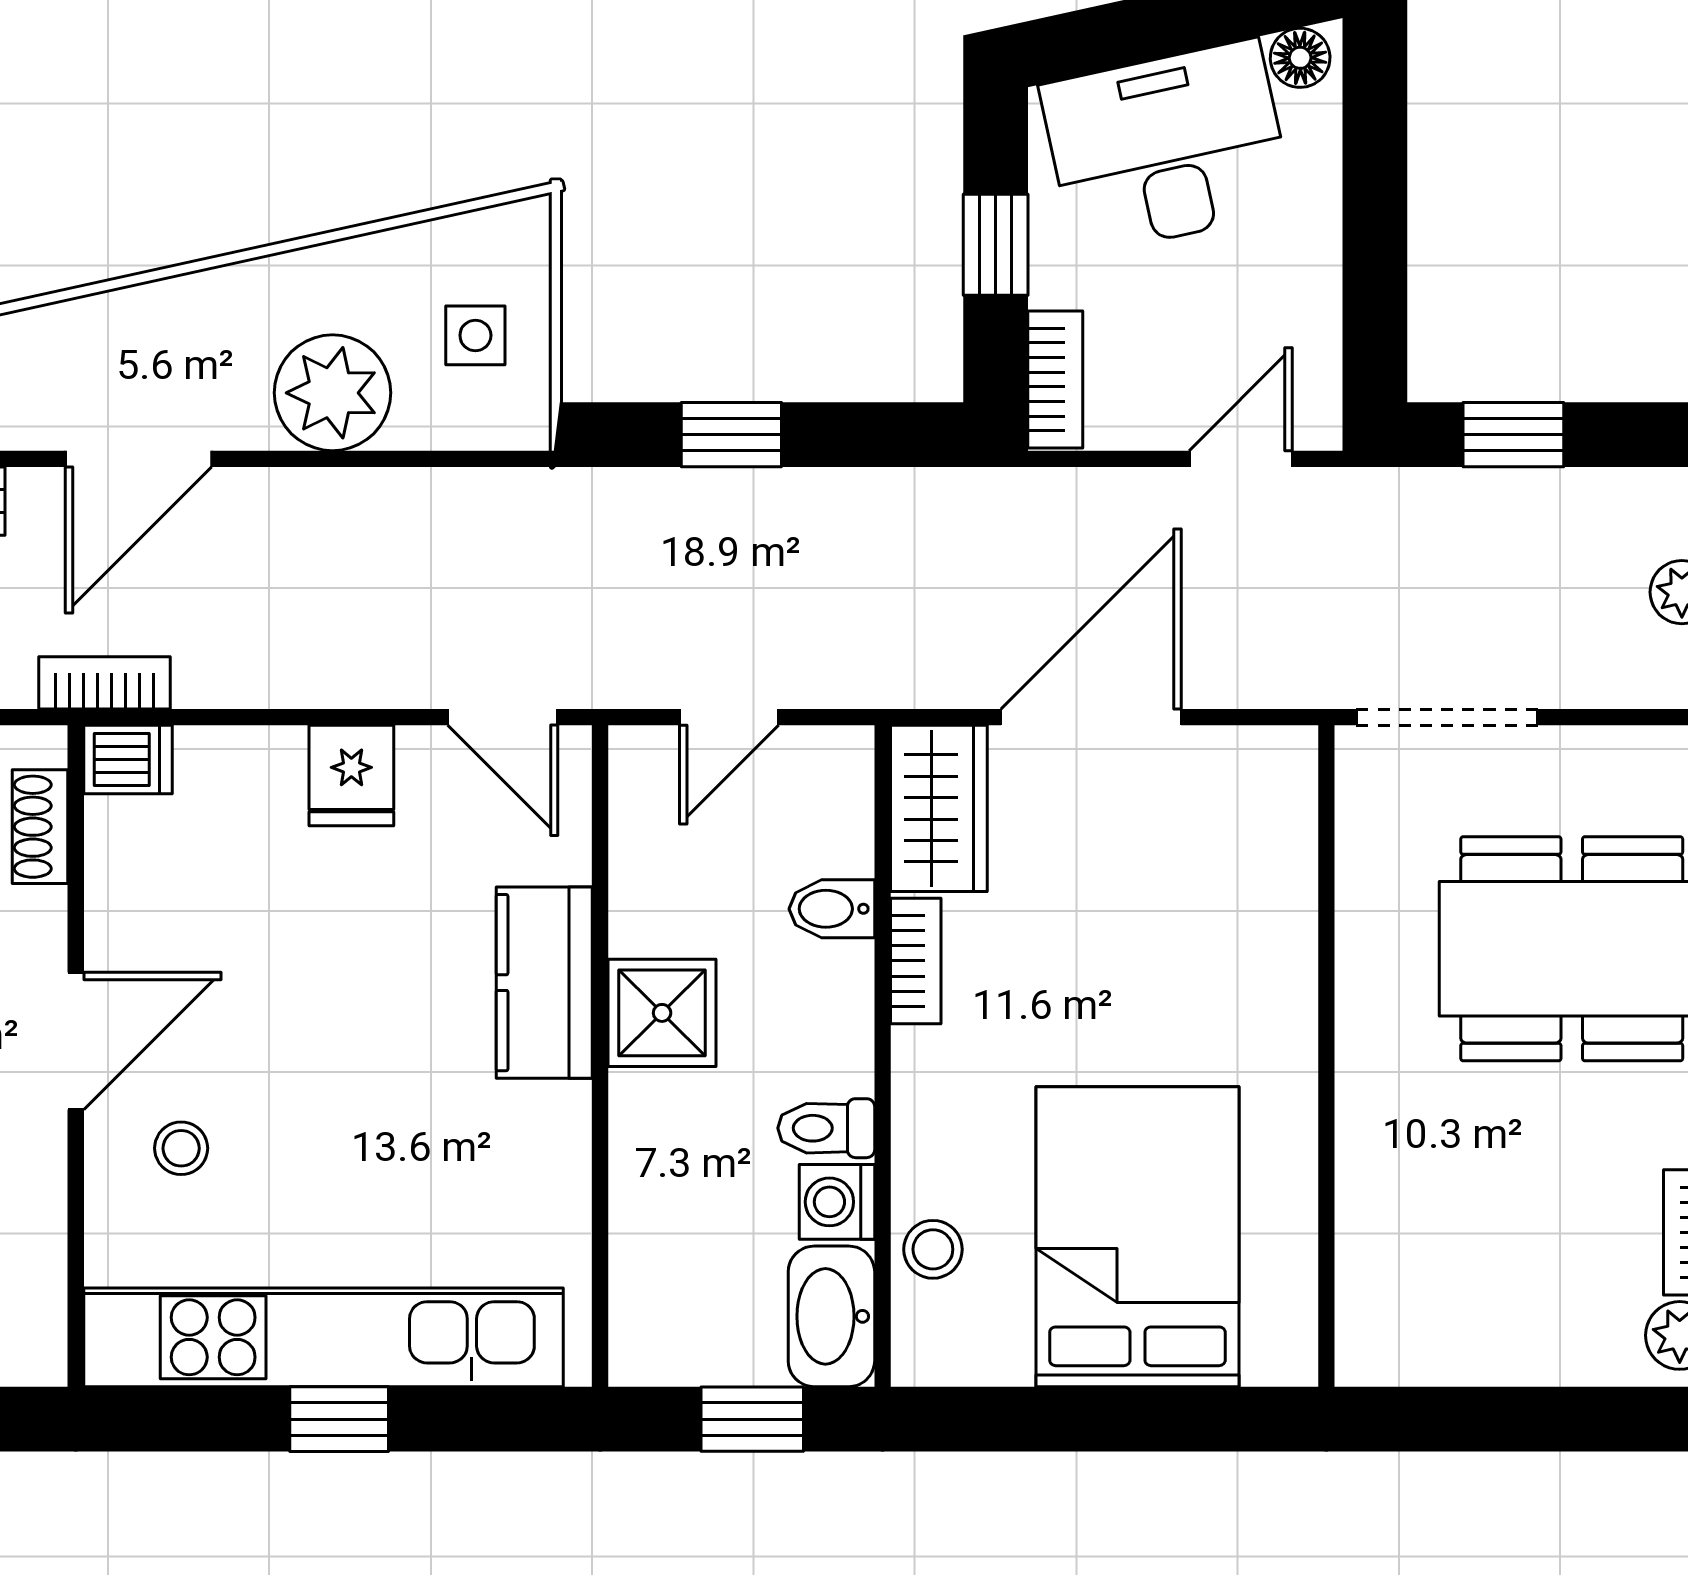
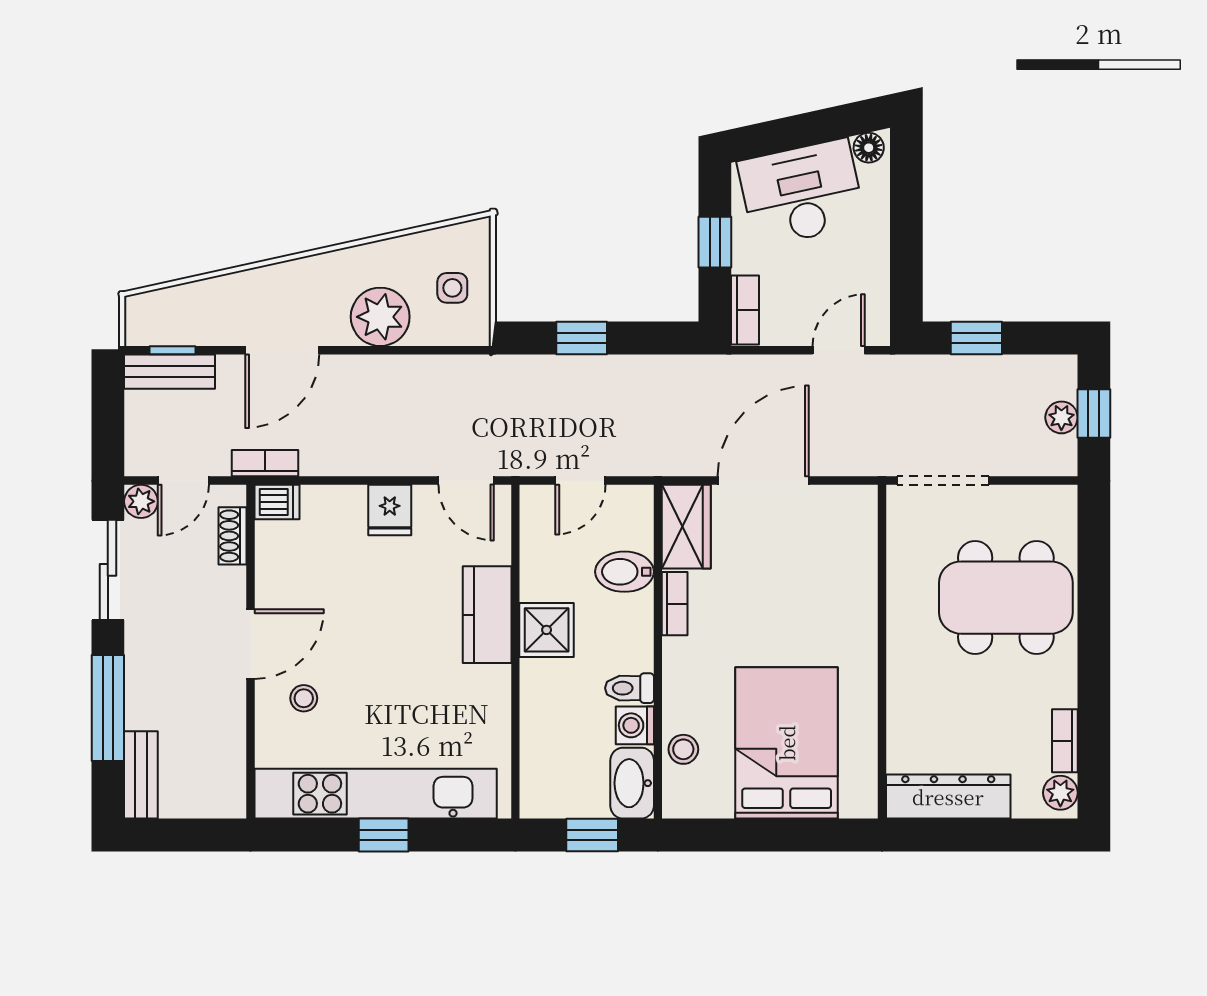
bidet: (832, 909) -> (625, 572), width x1.38, depth x1.36
dresser: (1458, 1343) -> (948, 797), added

